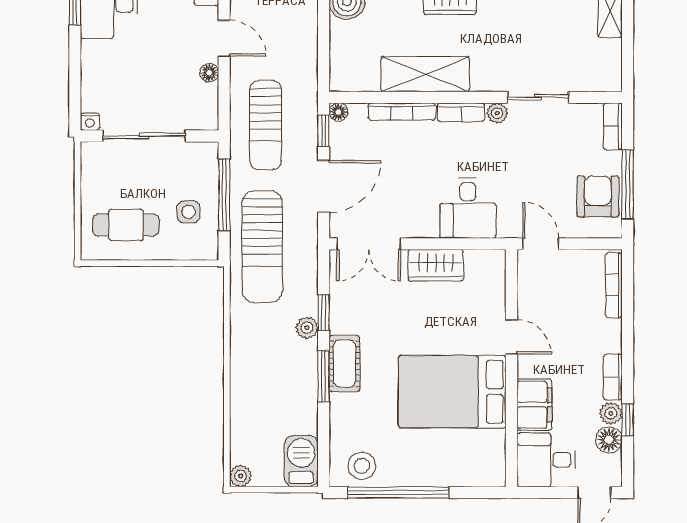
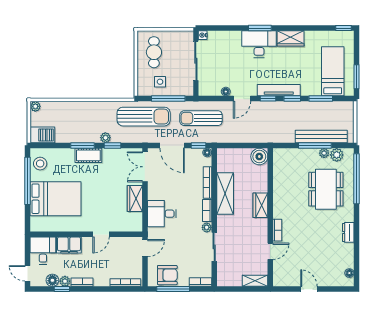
sun lounger: (262, 247) -> (144, 117), turned 180
bed: (452, 392) -> (56, 199), moved, turned 90

